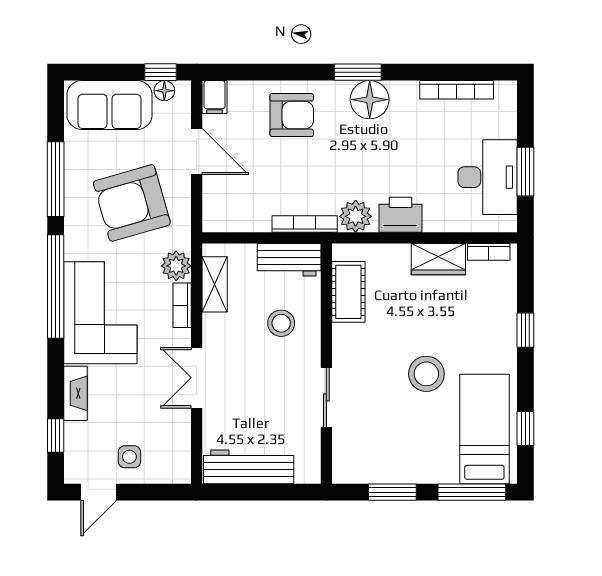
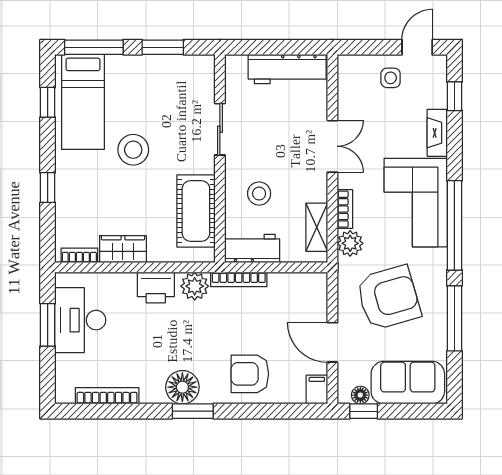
cot: (348, 292) -> (196, 211), width x1.37, depth x1.34

